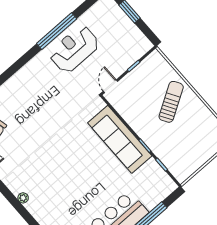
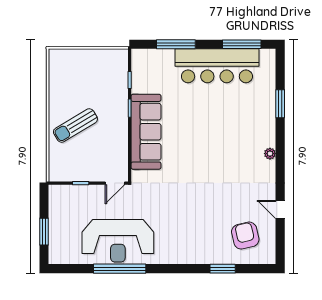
reception desk: (74, 49) -> (118, 241), width x1.36, depth x1.30

